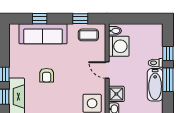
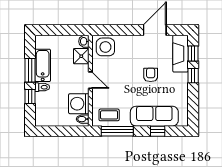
window: (80, 19) -> (117, 131), width x2.17

